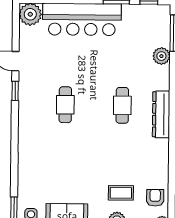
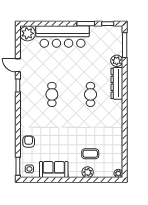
dresser: (161, 114) -> (117, 83), moved
armchair: (155, 198) -> (29, 142), moved

